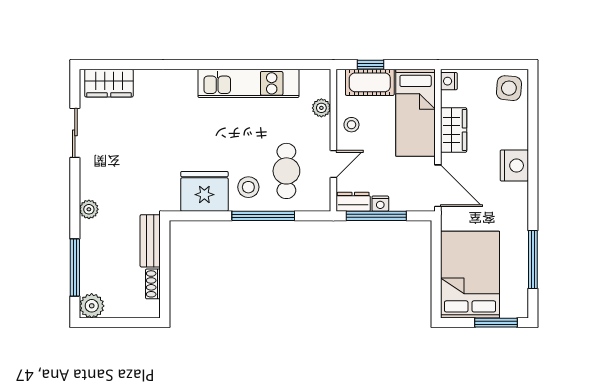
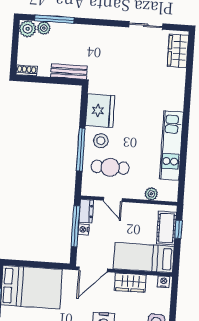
stool: (351, 125) -> (139, 214), removed
plant: (89, 209) -> (44, 28), moved
shoe rack: (153, 284) -> (27, 71), moved

